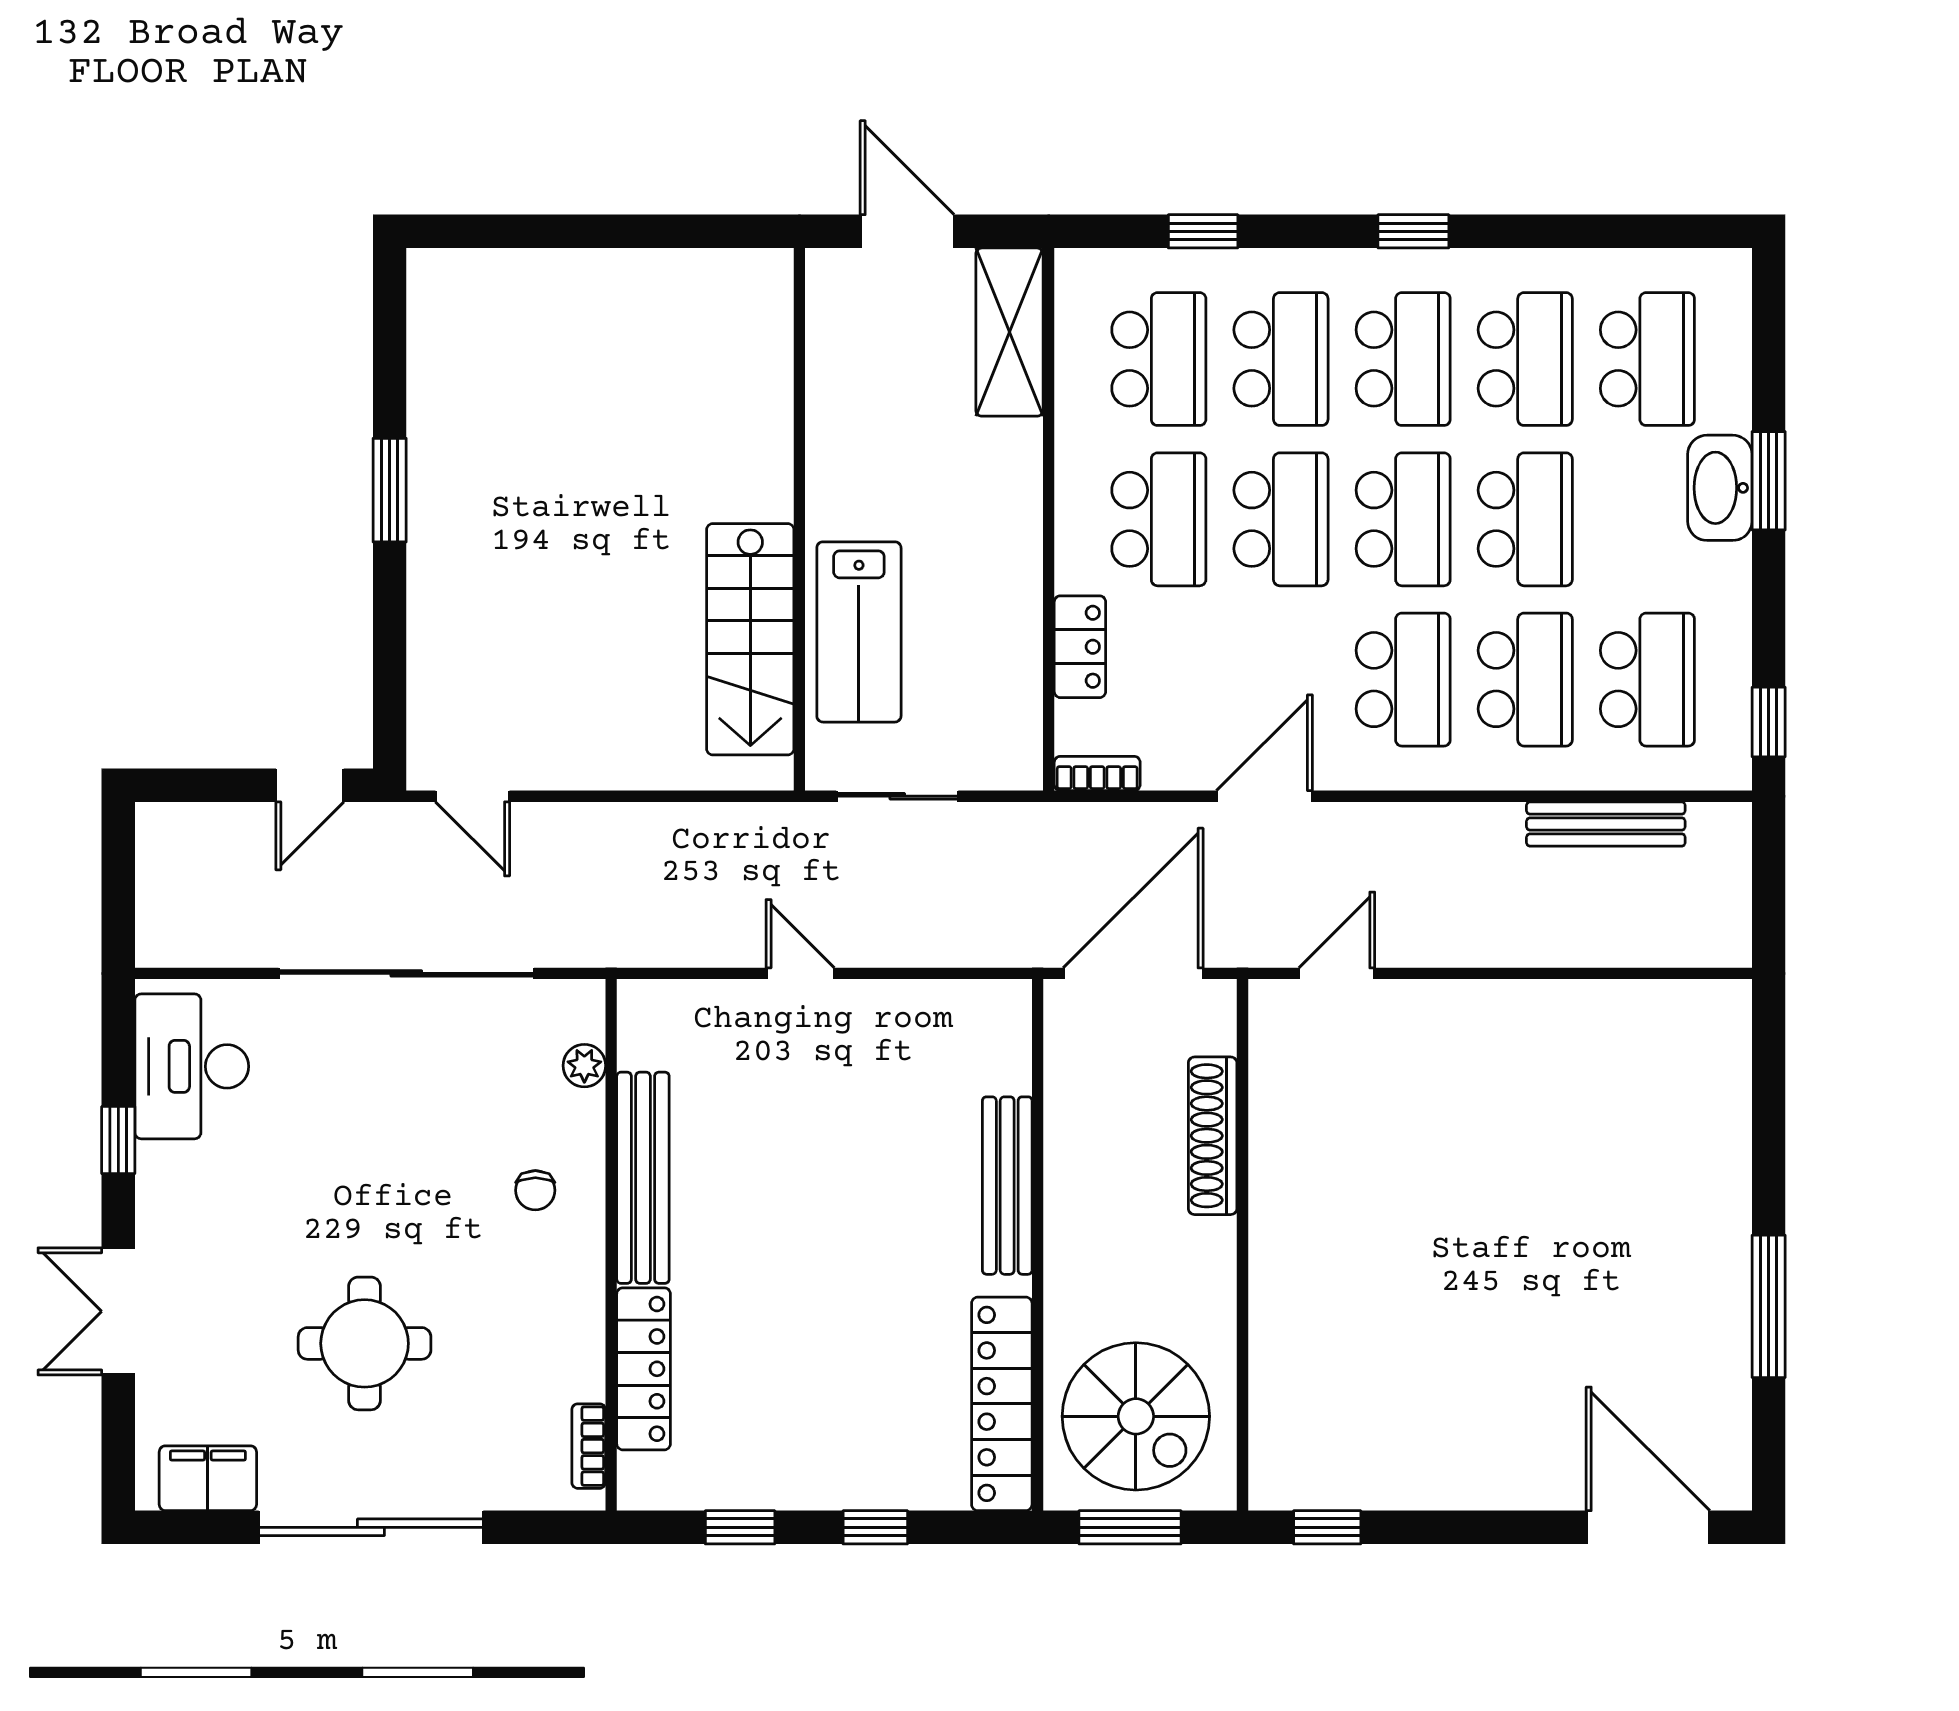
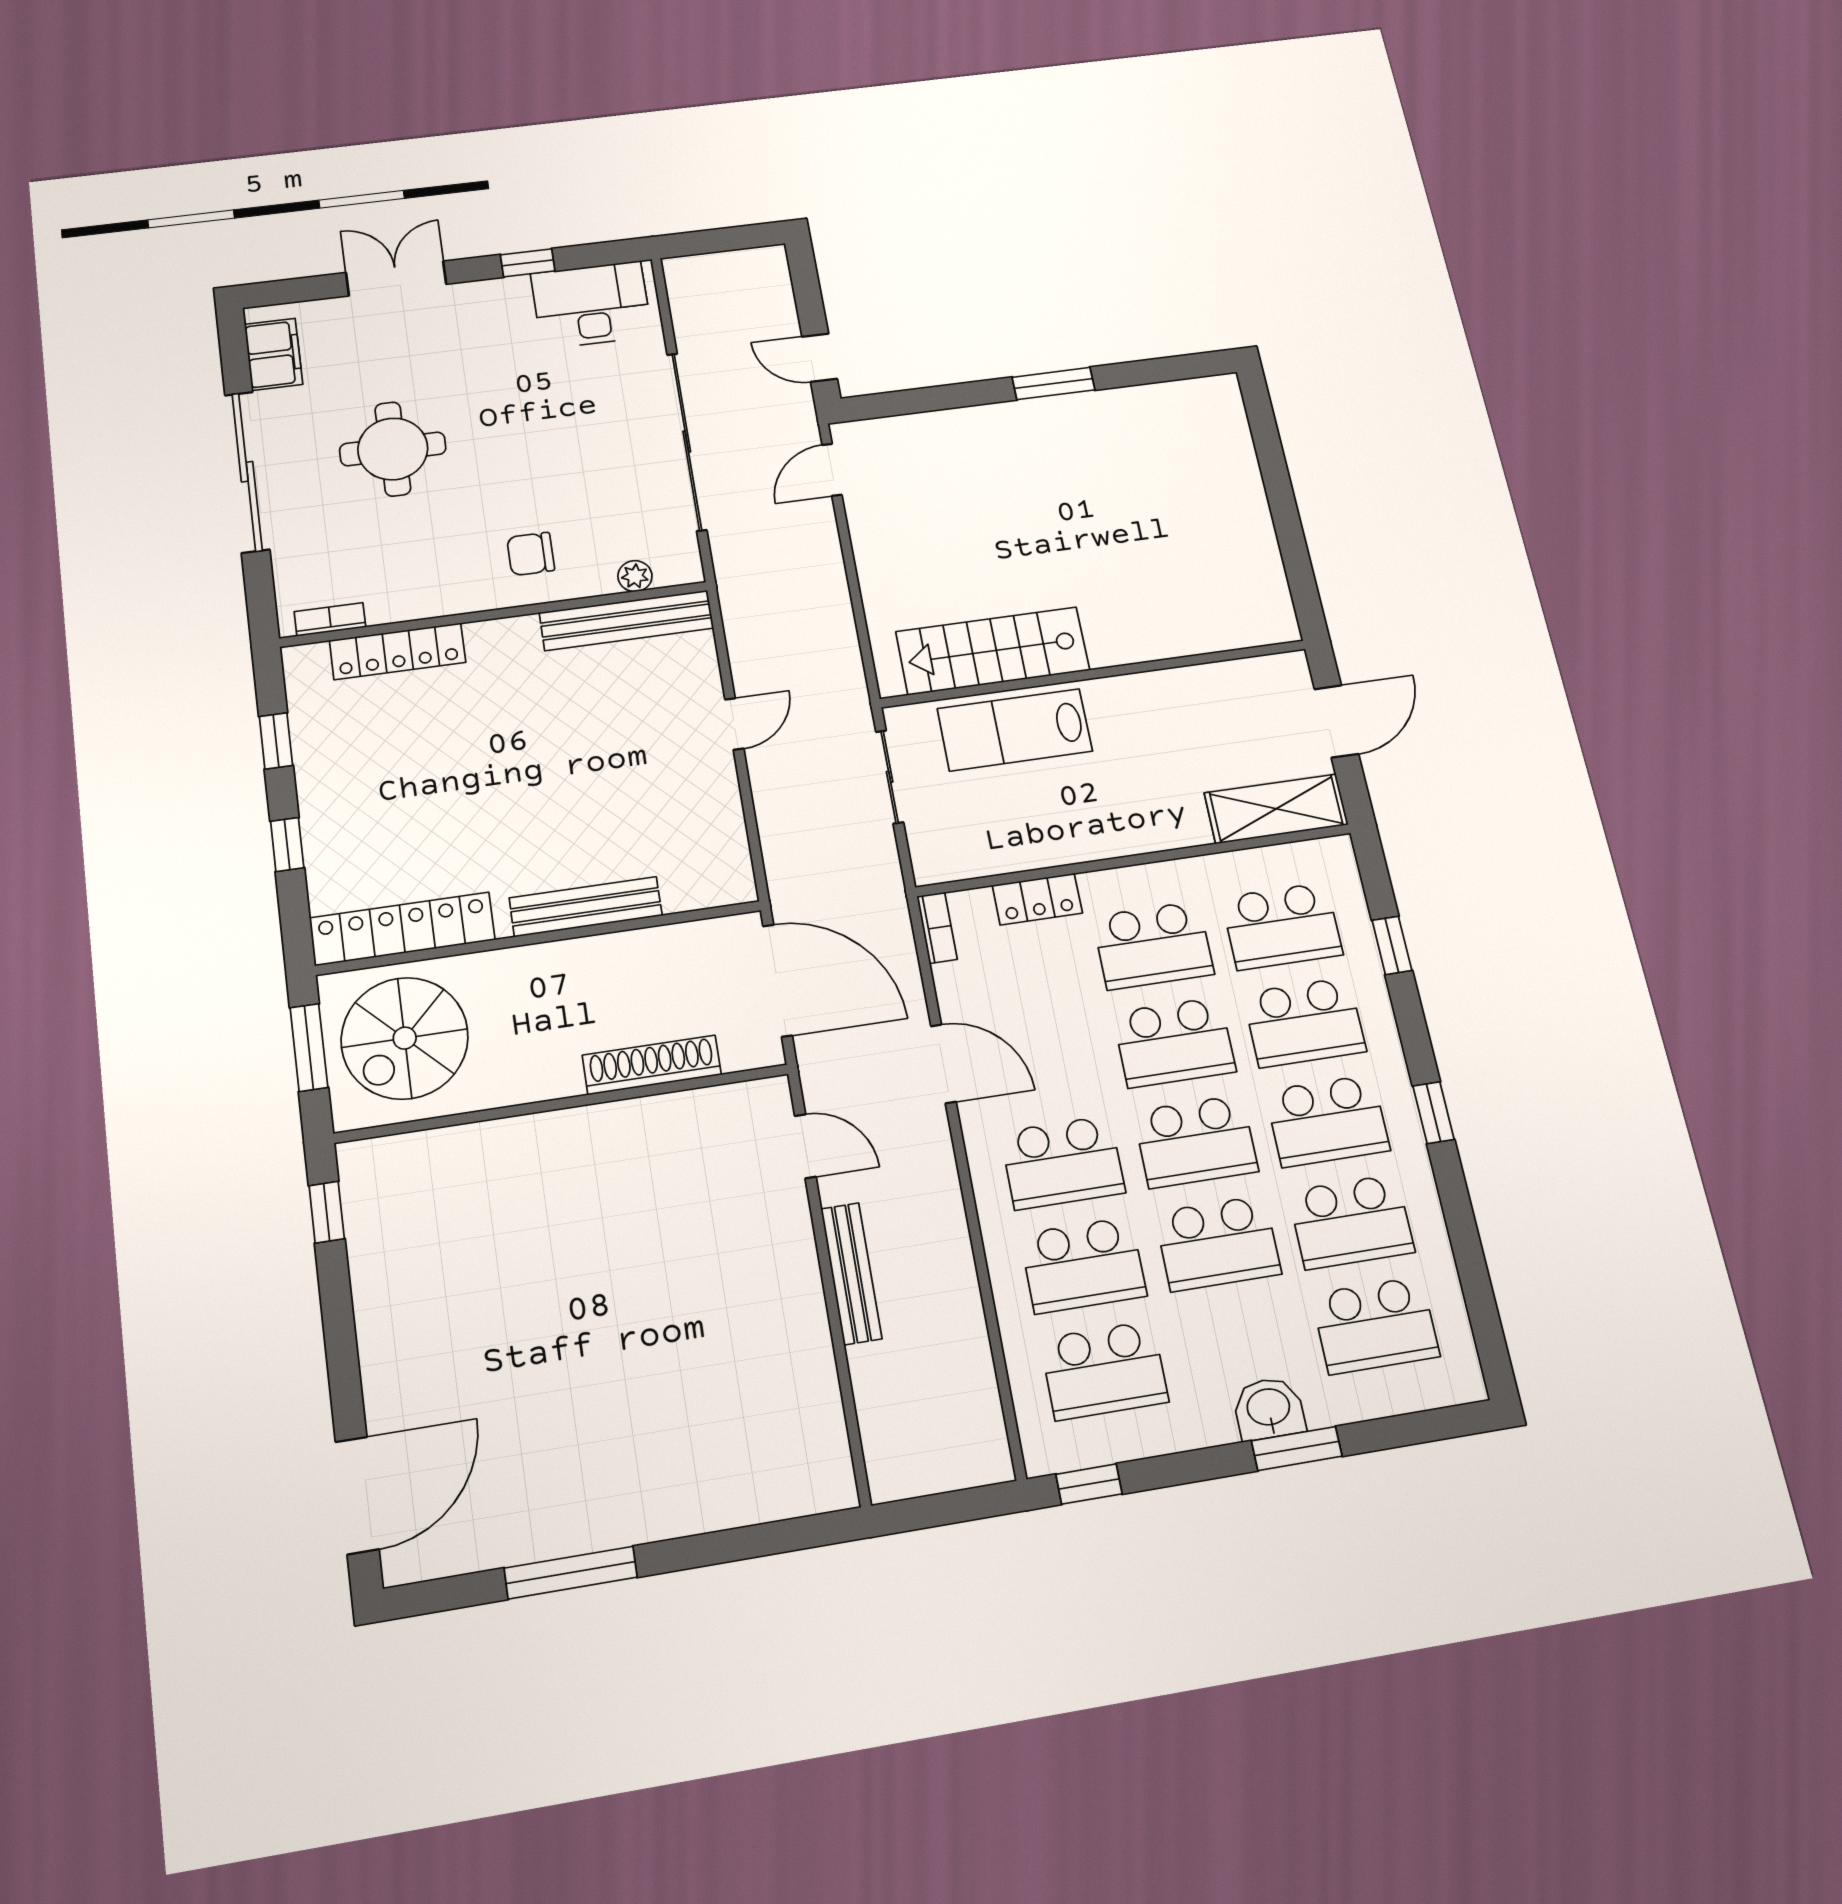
washbasin: (1720, 488) -> (1269, 1409), width x0.72
bench: (1606, 824) -> (851, 1273), moved
bench: (643, 1178) -> (627, 620), moved
chair: (535, 1190) -> (531, 554), width x1.37, depth x1.37

